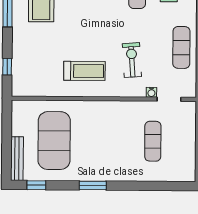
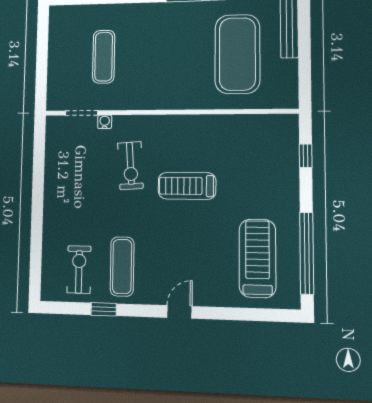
exercise mat: (181, 47) -> (64, 183), removed
treadmill: (84, 71) -> (187, 186), moved

